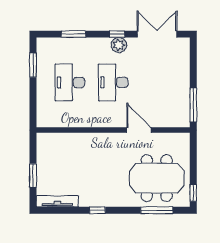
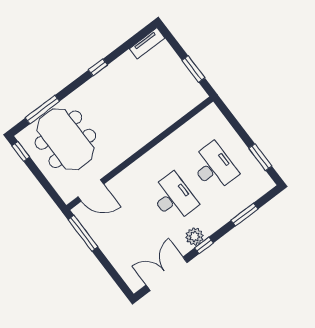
double door: (157, 34) -> (167, 274), swing flipped
door: (139, 130) -> (91, 190), moved
window: (33, 176) -> (193, 69), moved
meeting table: (157, 178) -> (65, 139), turned 90
tv unit: (57, 201) -> (147, 43), width x0.71

